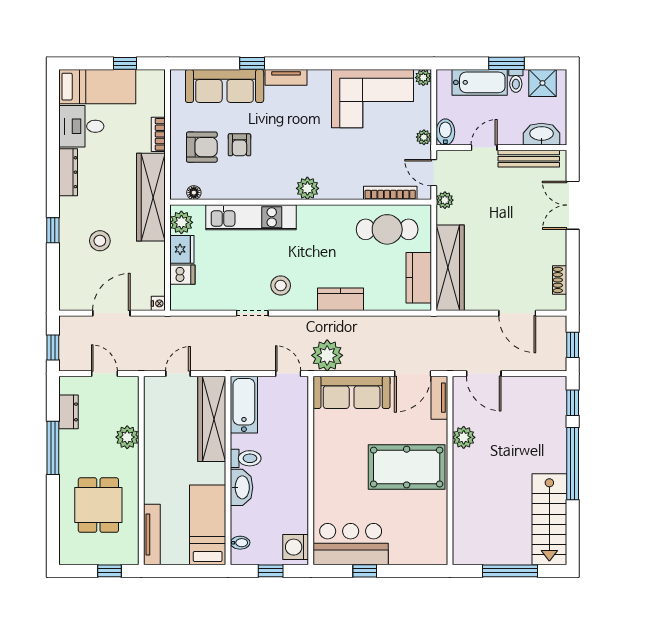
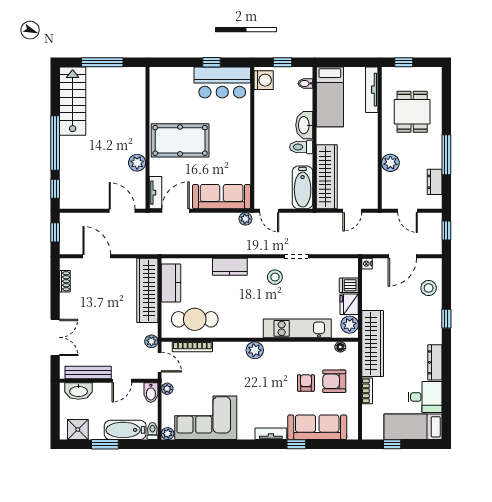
toilet: (516, 81) -> (152, 431), moved
stool: (100, 241) -> (429, 288), moved
plant: (327, 355) -> (245, 219), width x0.53, depth x0.53

